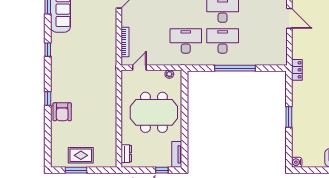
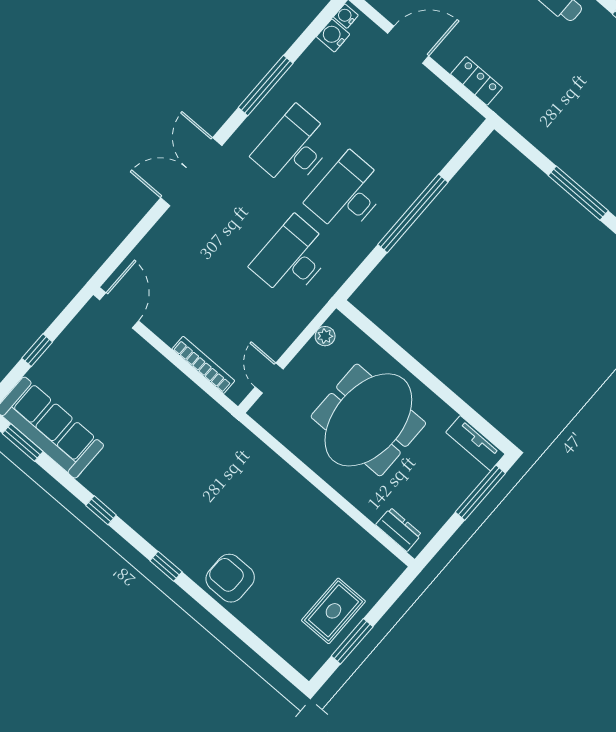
locker: (297, 70) -> (476, 81), moved
window: (48, 98) -> (166, 566), moved
armchair: (62, 112) -> (230, 578), turned 180
window: (289, 117) -> (578, 193), width x1.44
window: (162, 170) -> (480, 493), width x2.17

